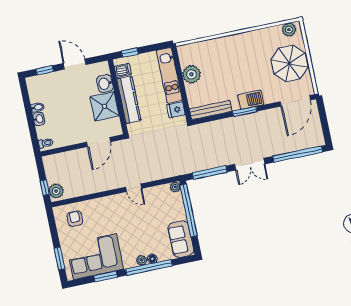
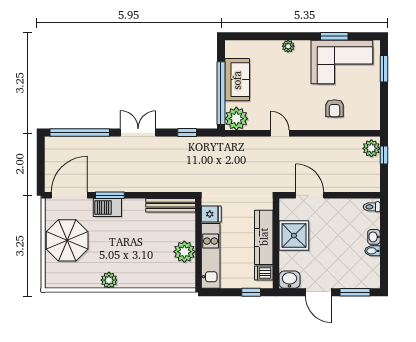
plant: (289, 30) -> (109, 280), moved
window: (45, 70) -> (355, 292), width x1.50
washbasin: (105, 84) -> (289, 280), moved, turned -90
barbecue: (251, 100) -> (107, 208), moved
window: (245, 111) -> (110, 195), moved
door: (99, 142) -> (310, 195), hinge flipped
window: (210, 172) -> (187, 132), width x0.46
plant: (175, 187) -> (236, 119), width x1.87, depth x1.87
armchair: (75, 219) -> (335, 108), moved
sofa: (181, 239) -> (237, 80), moved
floor lamp: (152, 259) -> (275, 46), removed
window: (149, 267) -> (281, 36), removed

